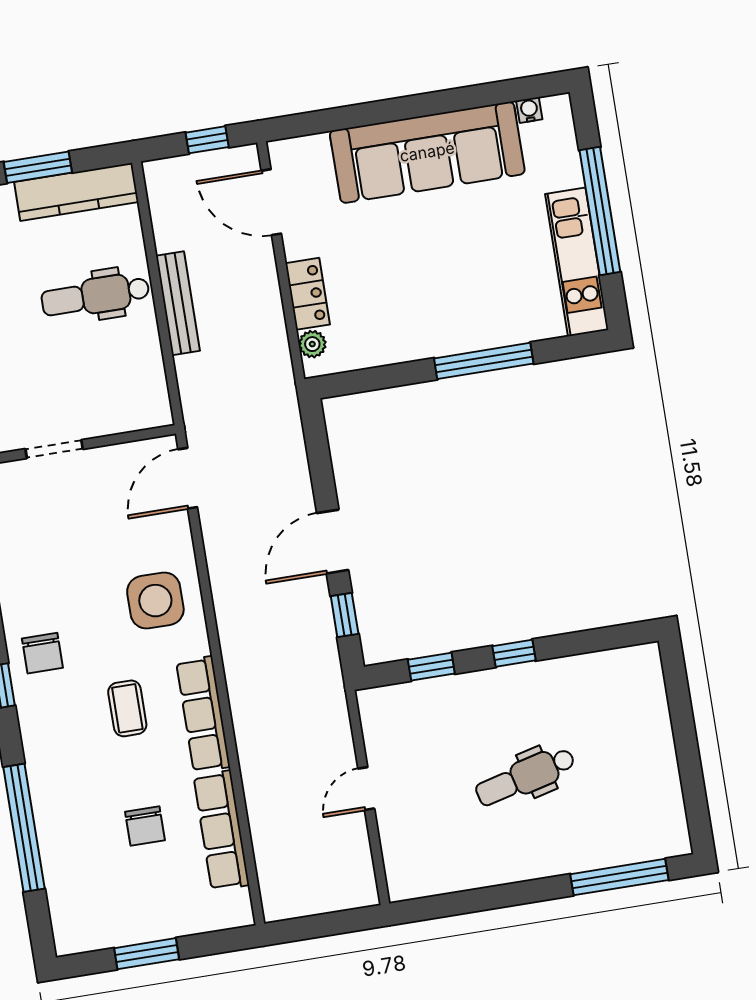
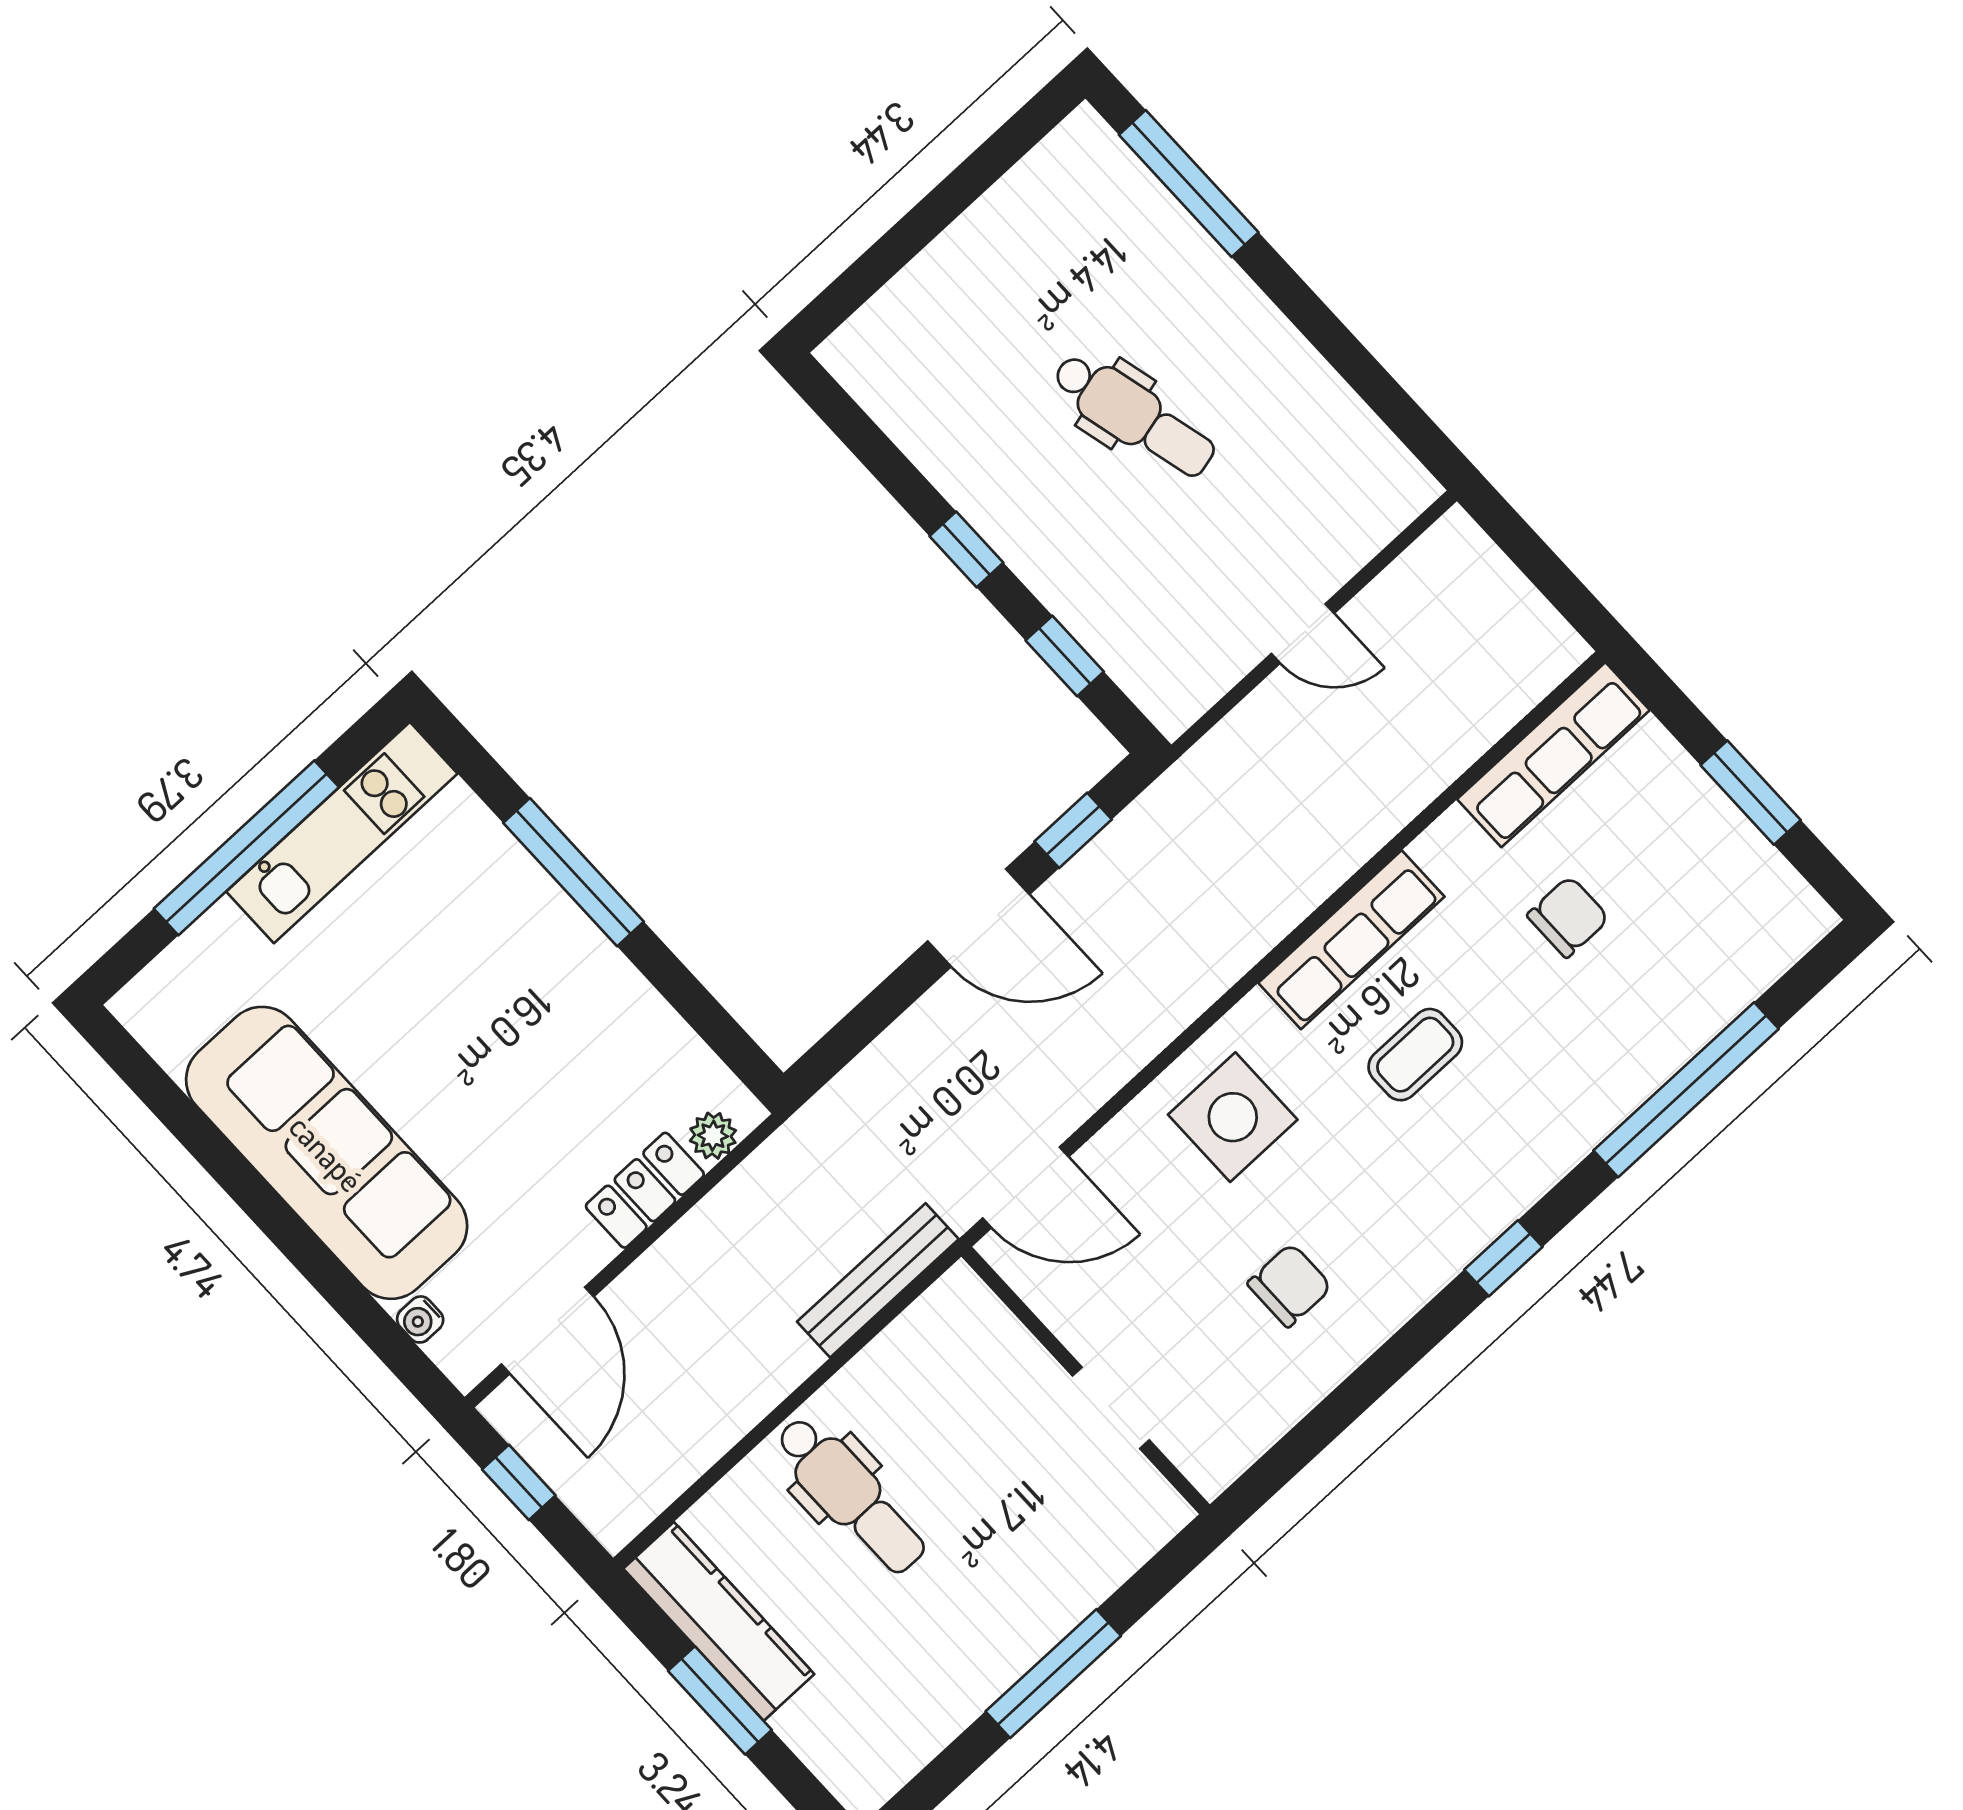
water cooler: (529, 110) -> (420, 1319), moved
bench: (178, 303) -> (878, 1280), moved
chair: (42, 653) -> (1290, 1285), moved
row of seats: (221, 831) -> (1553, 755), moved

